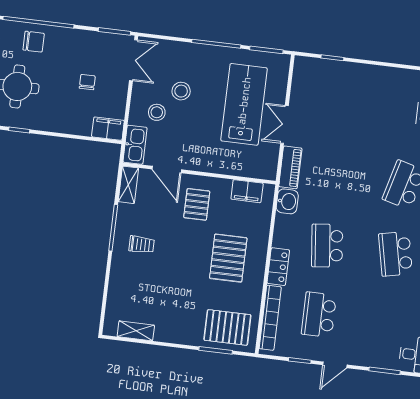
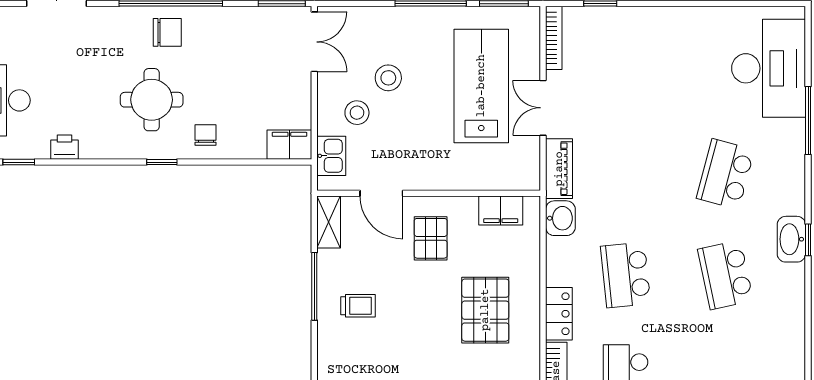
bookcase: (298, 77) -> (554, 38), added
chair: (87, 82) -> (206, 135), moved
kitchen sink: (135, 145) -> (331, 156), width x0.73

